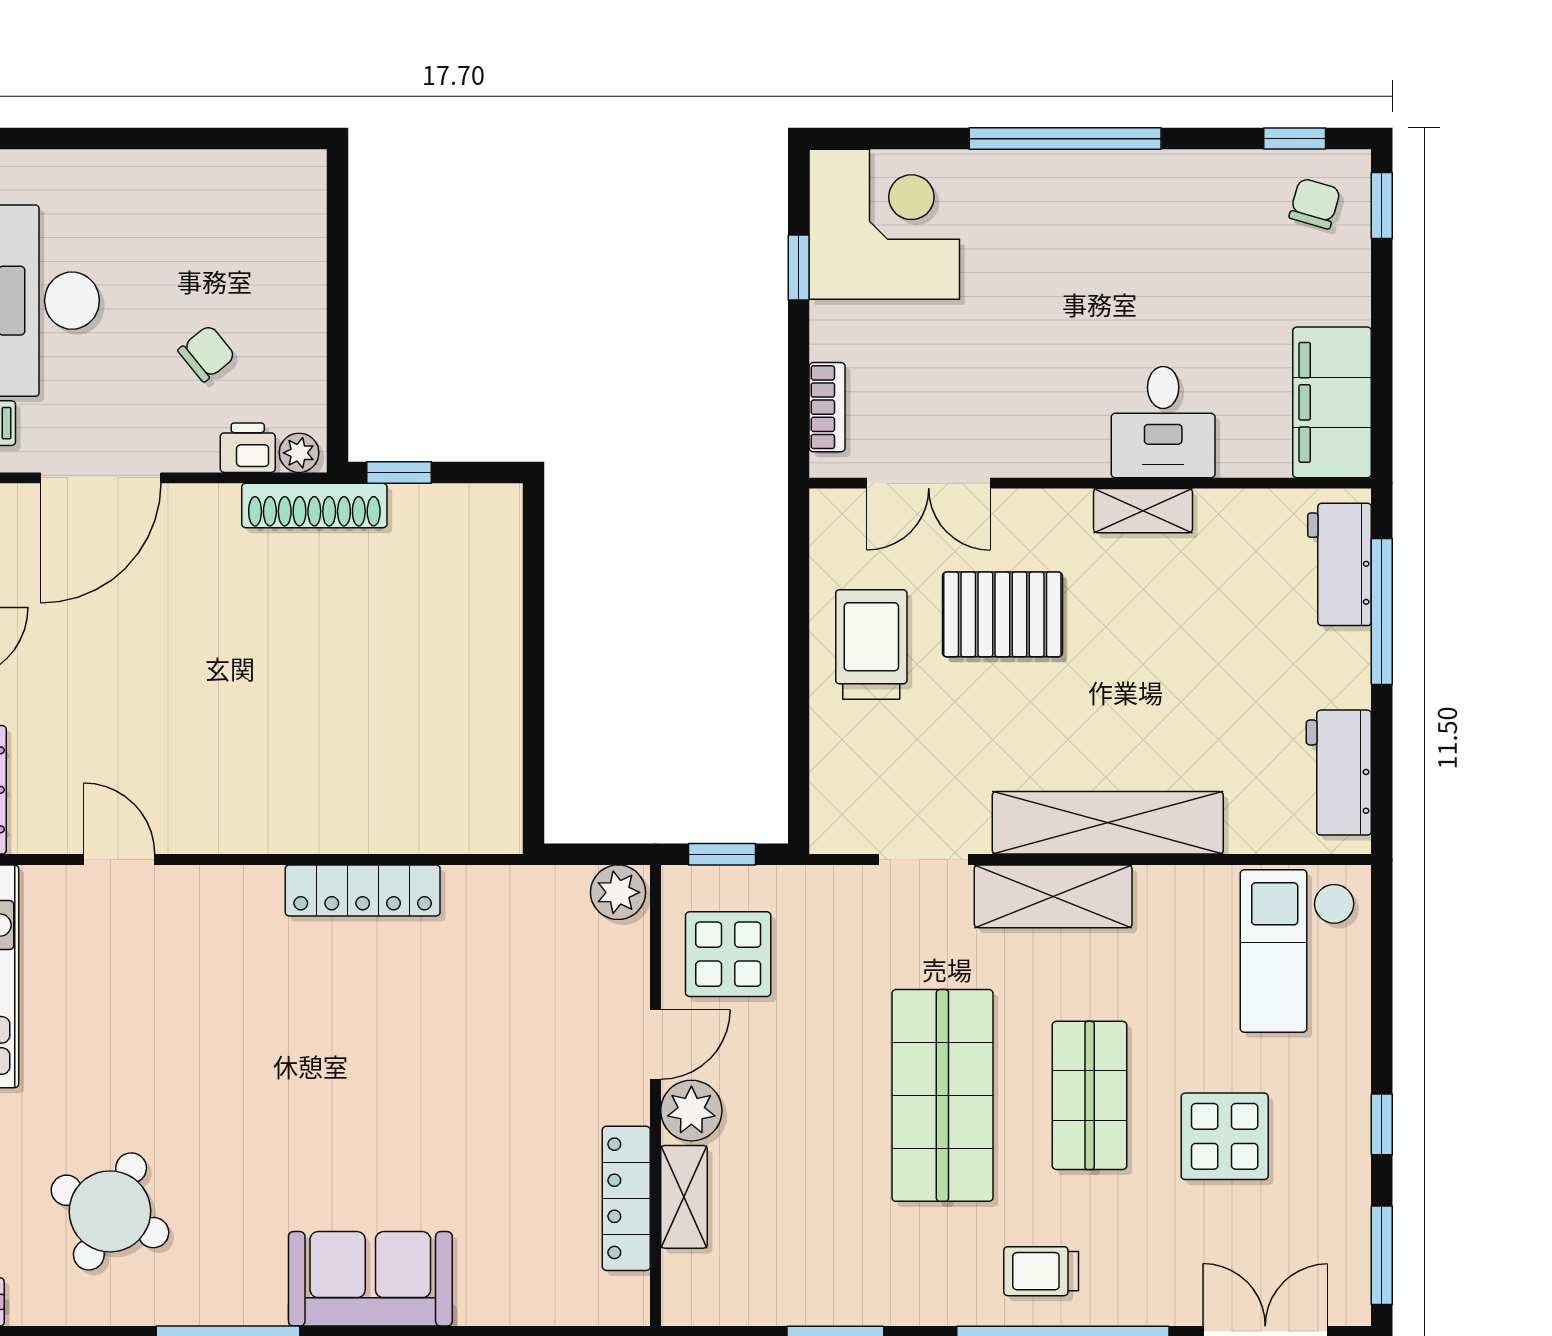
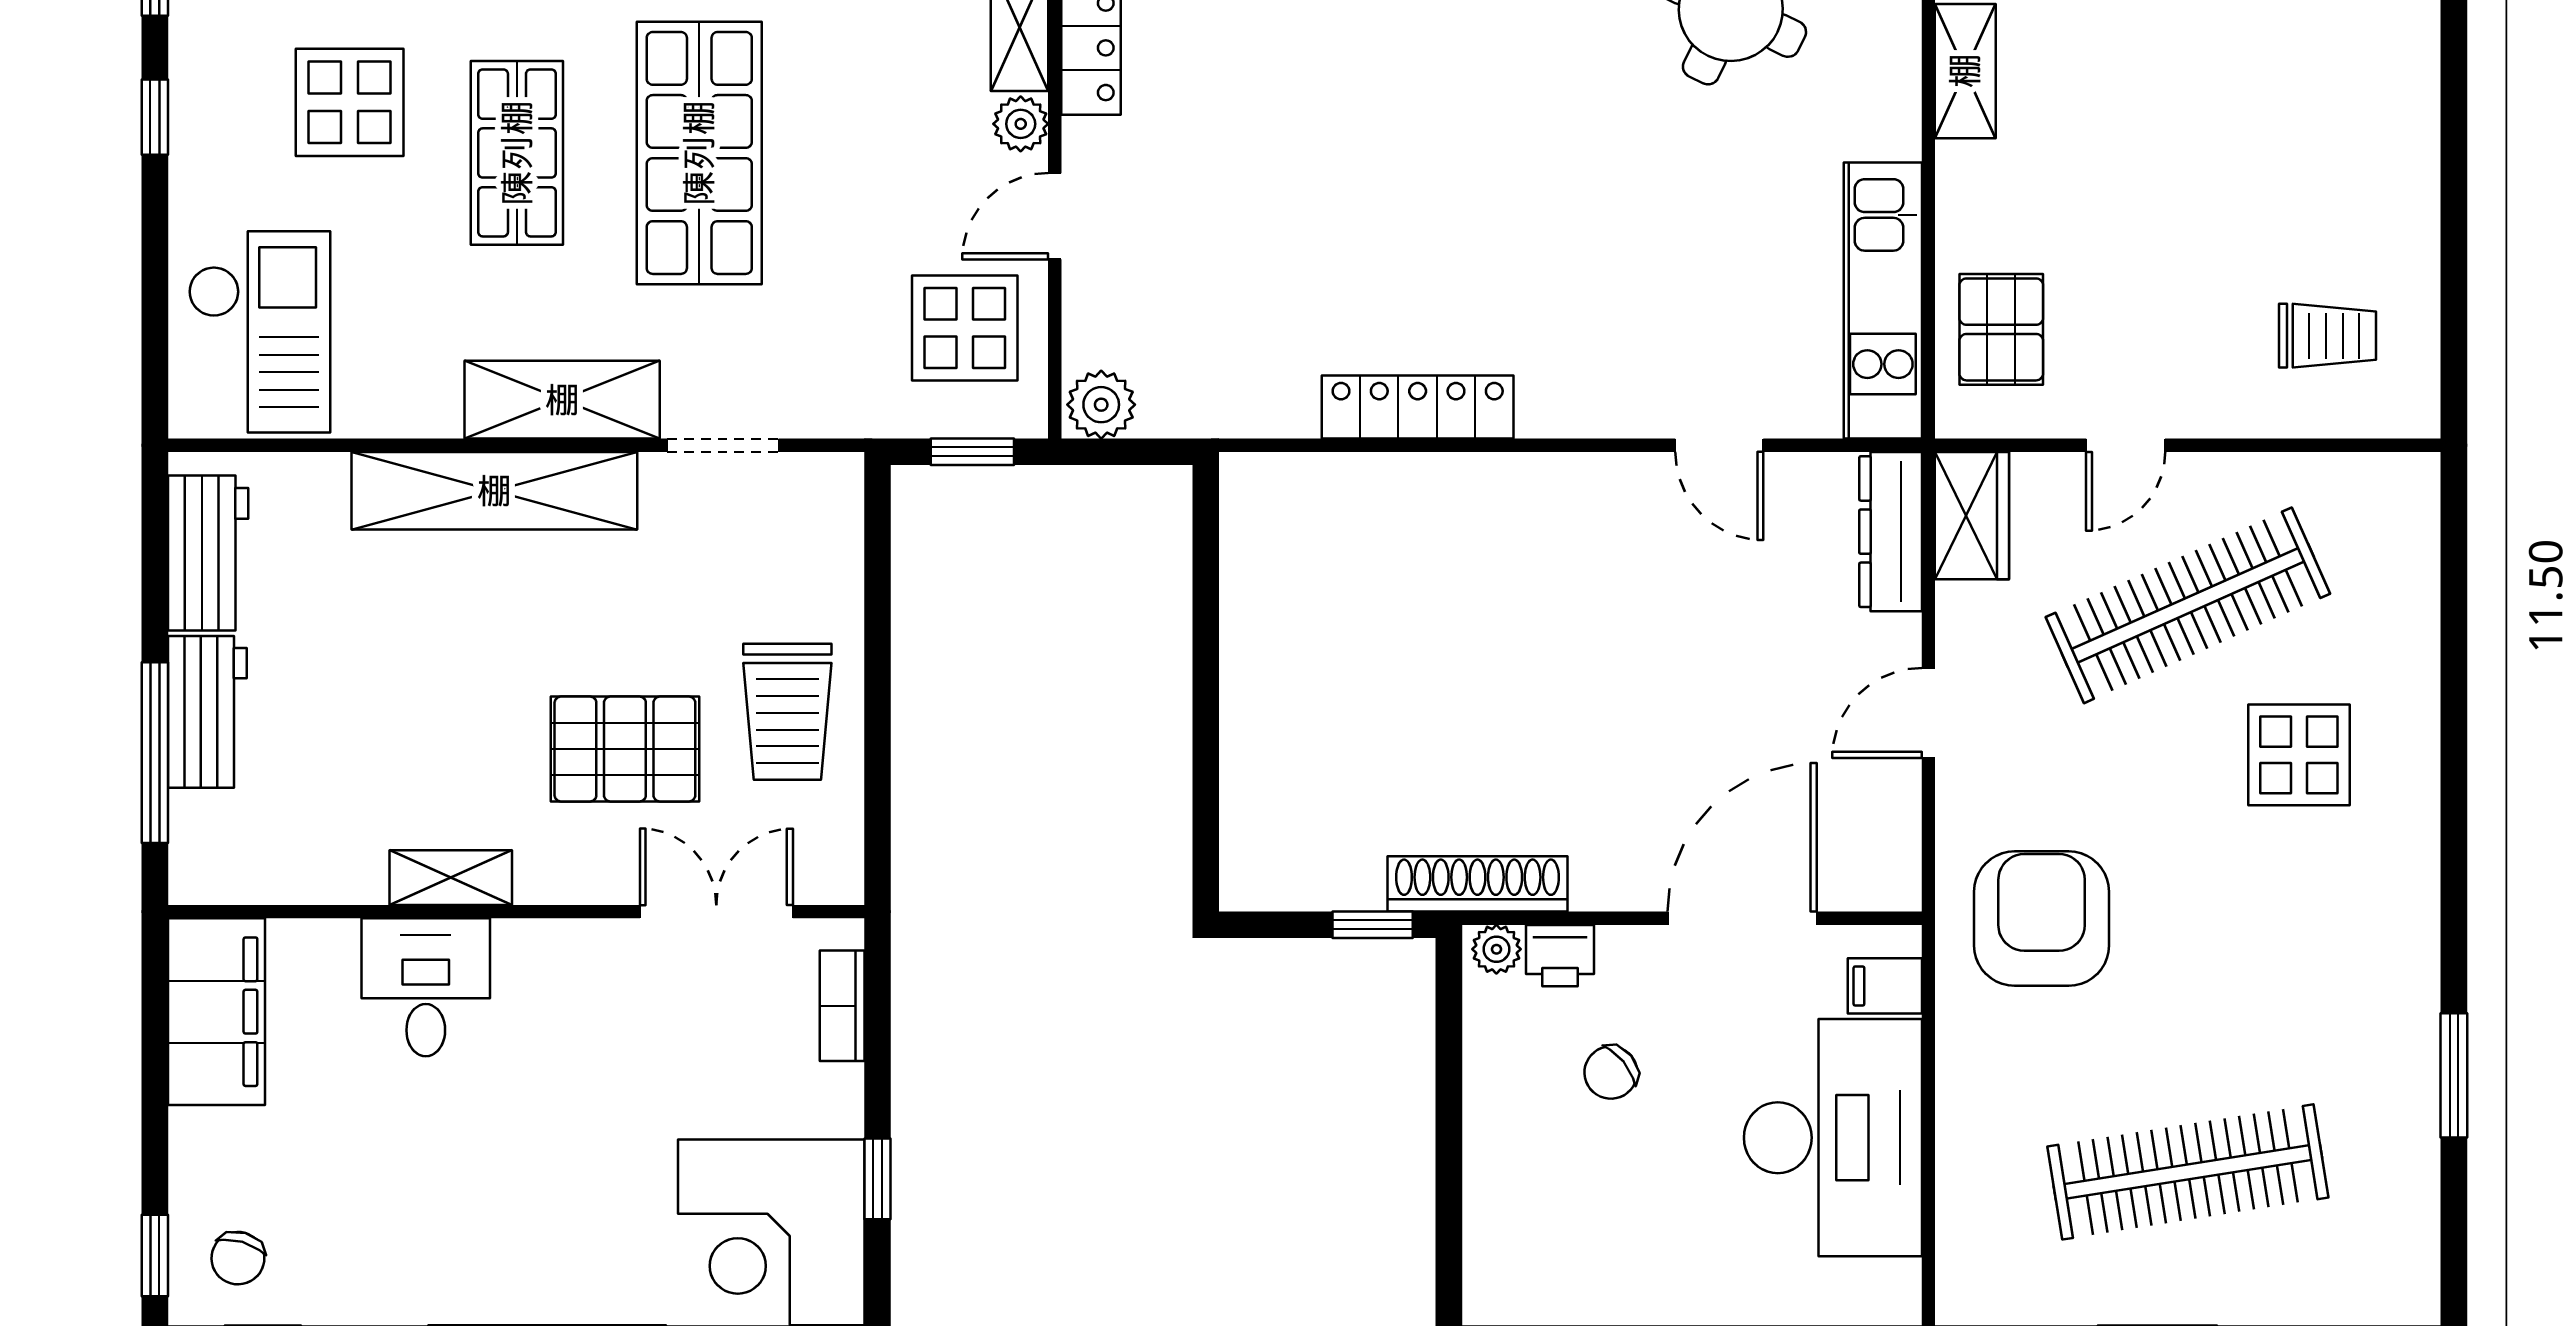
workbench: (1340, 564) -> (207, 712), moved
plant: (691, 1111) -> (1021, 124), width x0.73, depth x0.73

